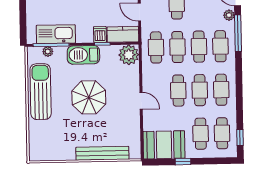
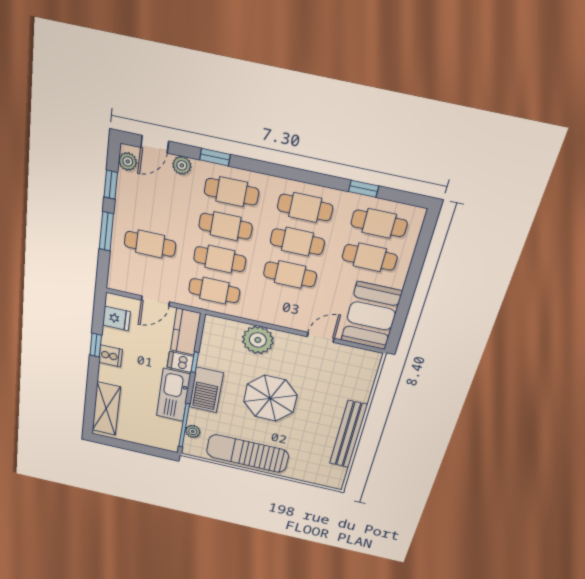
window: (238, 33) -> (215, 157), width x0.46
kitchen sink: (56, 34) -> (173, 395), moved
plant: (129, 55) -> (258, 340), moved
door: (141, 101) -> (321, 337), moved
window: (240, 138) -> (364, 189), moved
bench: (102, 153) -> (348, 434), moved
window: (183, 162) -> (407, 295), removed

